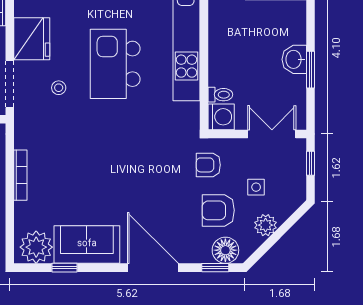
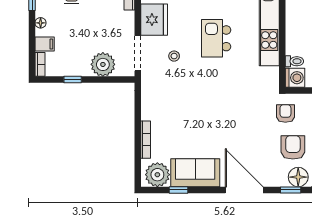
kitchen island: (115, 64) -> (216, 38), width x0.73, depth x0.78
armchair: (208, 165) -> (285, 113), turned 90
bookcase: (20, 175) -> (146, 140), moved
armchair: (218, 210) -> (293, 147), turned 90

